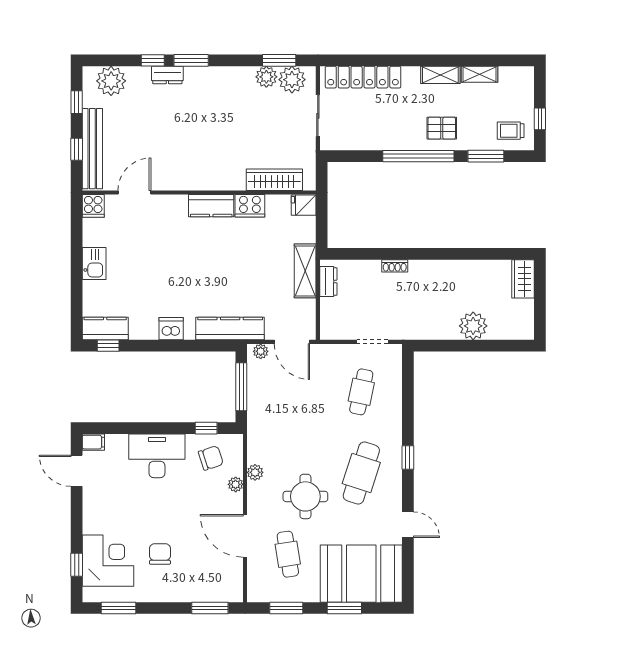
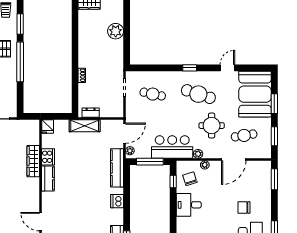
wardrobe: (274, 180) -> (33, 161), moved
bar counter: (267, 426) -> (172, 147), added
desk: (157, 456) -> (189, 205), width x0.73

